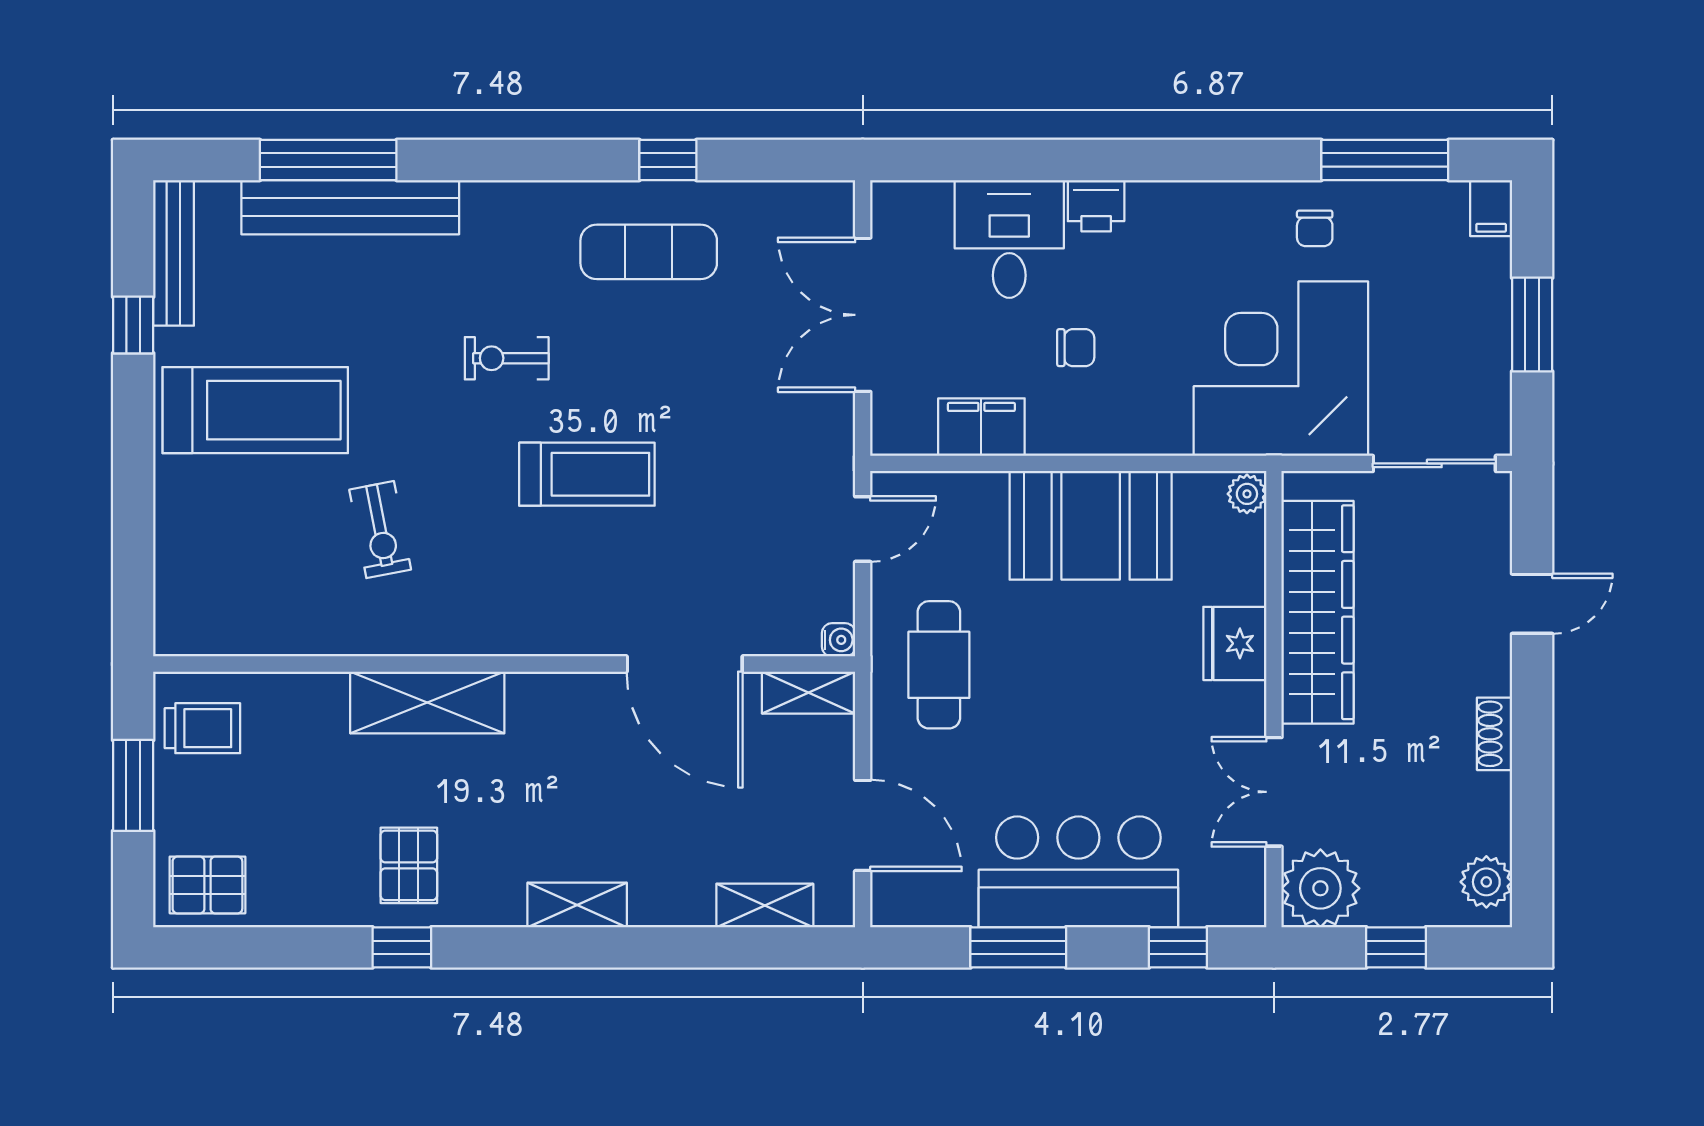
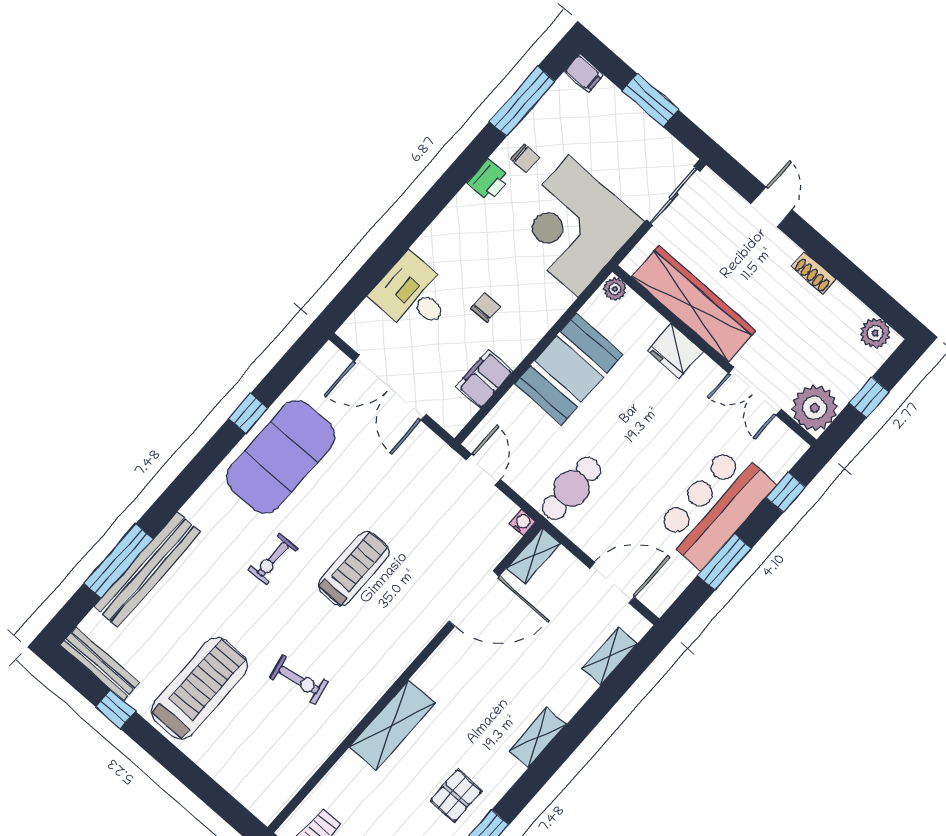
printer: (1096, 206) -> (488, 180), moved
exercise mat: (649, 252) -> (281, 457), width x2.00, depth x1.45
cafe table: (939, 665) -> (571, 488), turned 90
pallet: (409, 865) -> (456, 796), turned 90

